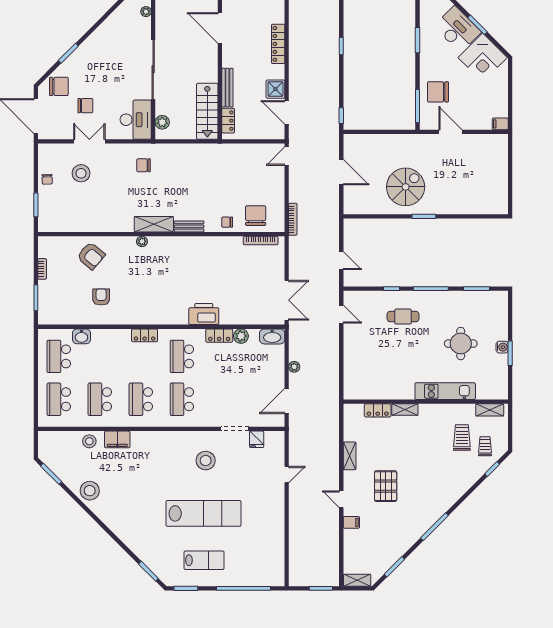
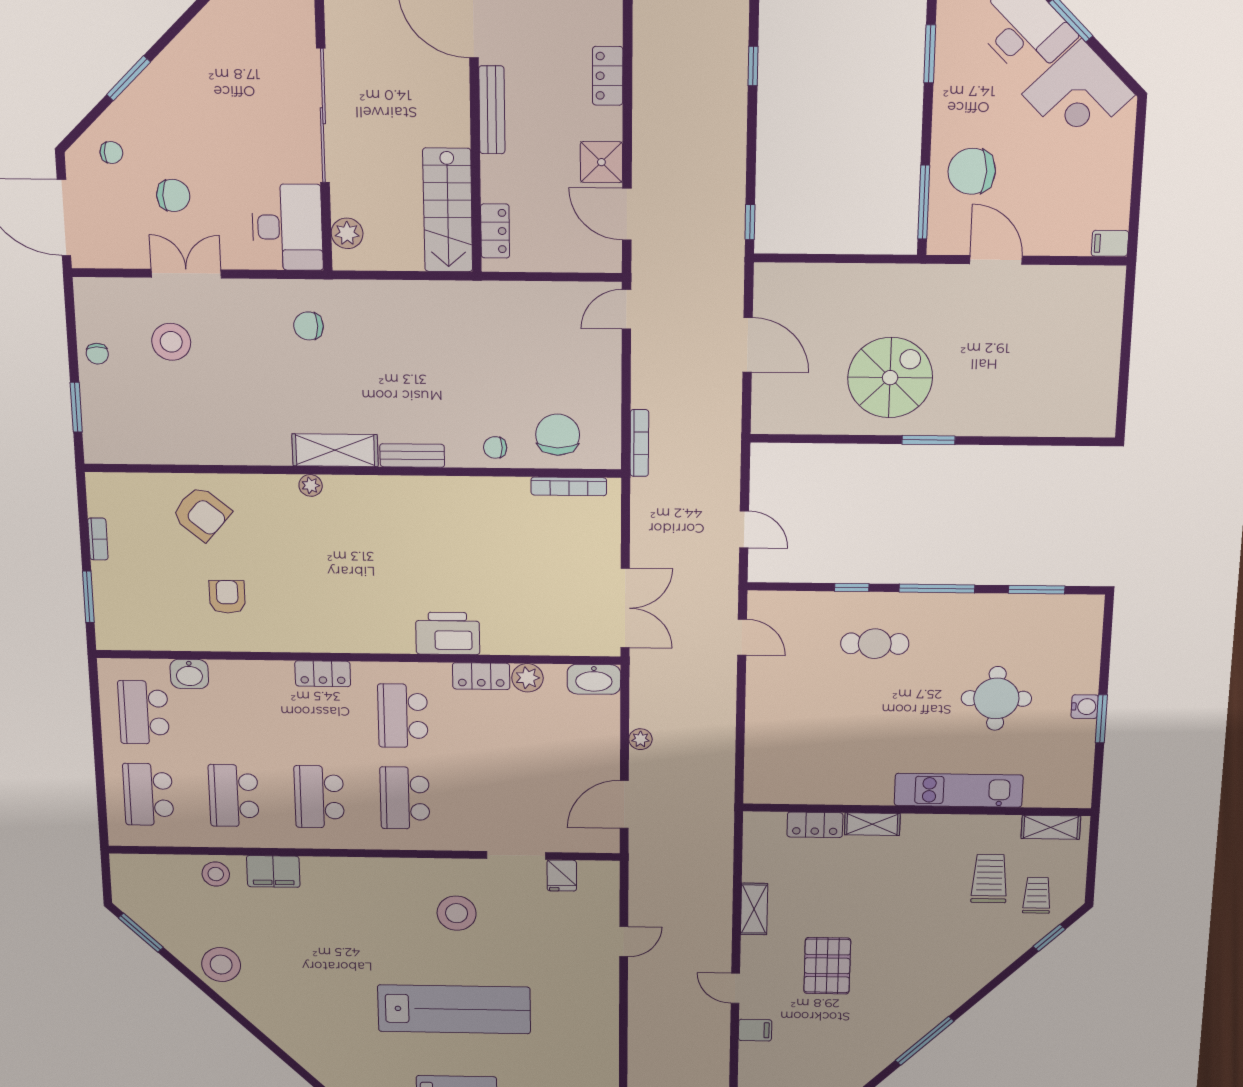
locker: (278, 44) -> (608, 76), width x0.66
chair: (59, 86) -> (111, 152), width x0.54, depth x0.54
bench: (227, 88) -> (492, 110), moved

